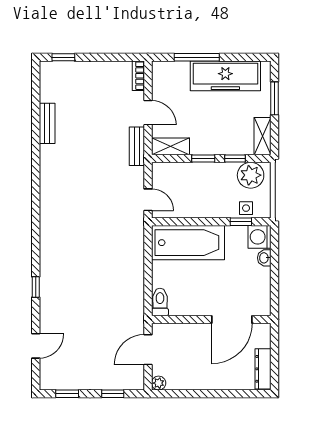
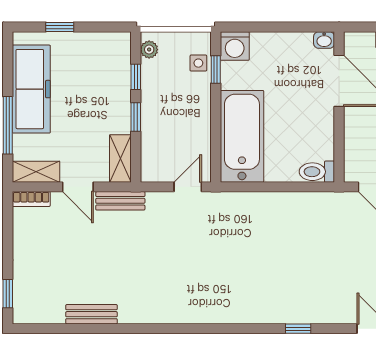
window: (275, 98) -> (60, 27), width x0.67
door: (148, 113) -> (78, 187), swing flipped
shelving: (262, 136) -> (36, 172), moved
plant: (251, 175) -> (149, 50), width x0.53, depth x0.53
washbasin: (264, 258) -> (324, 40), moved

